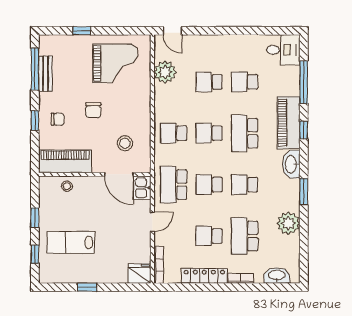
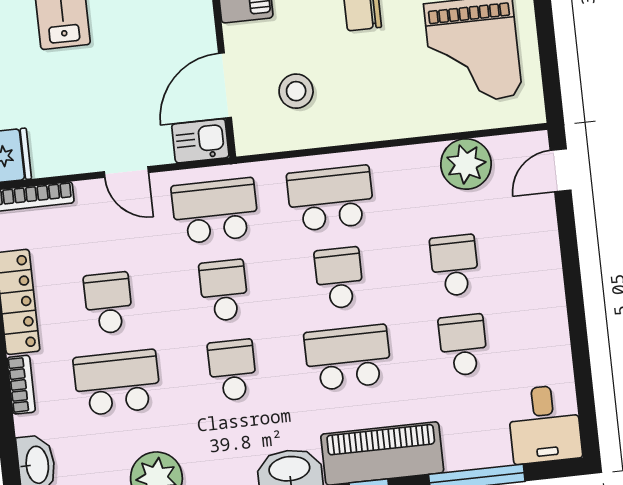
school desk: (174, 133) -> (331, 198), width x1.85

